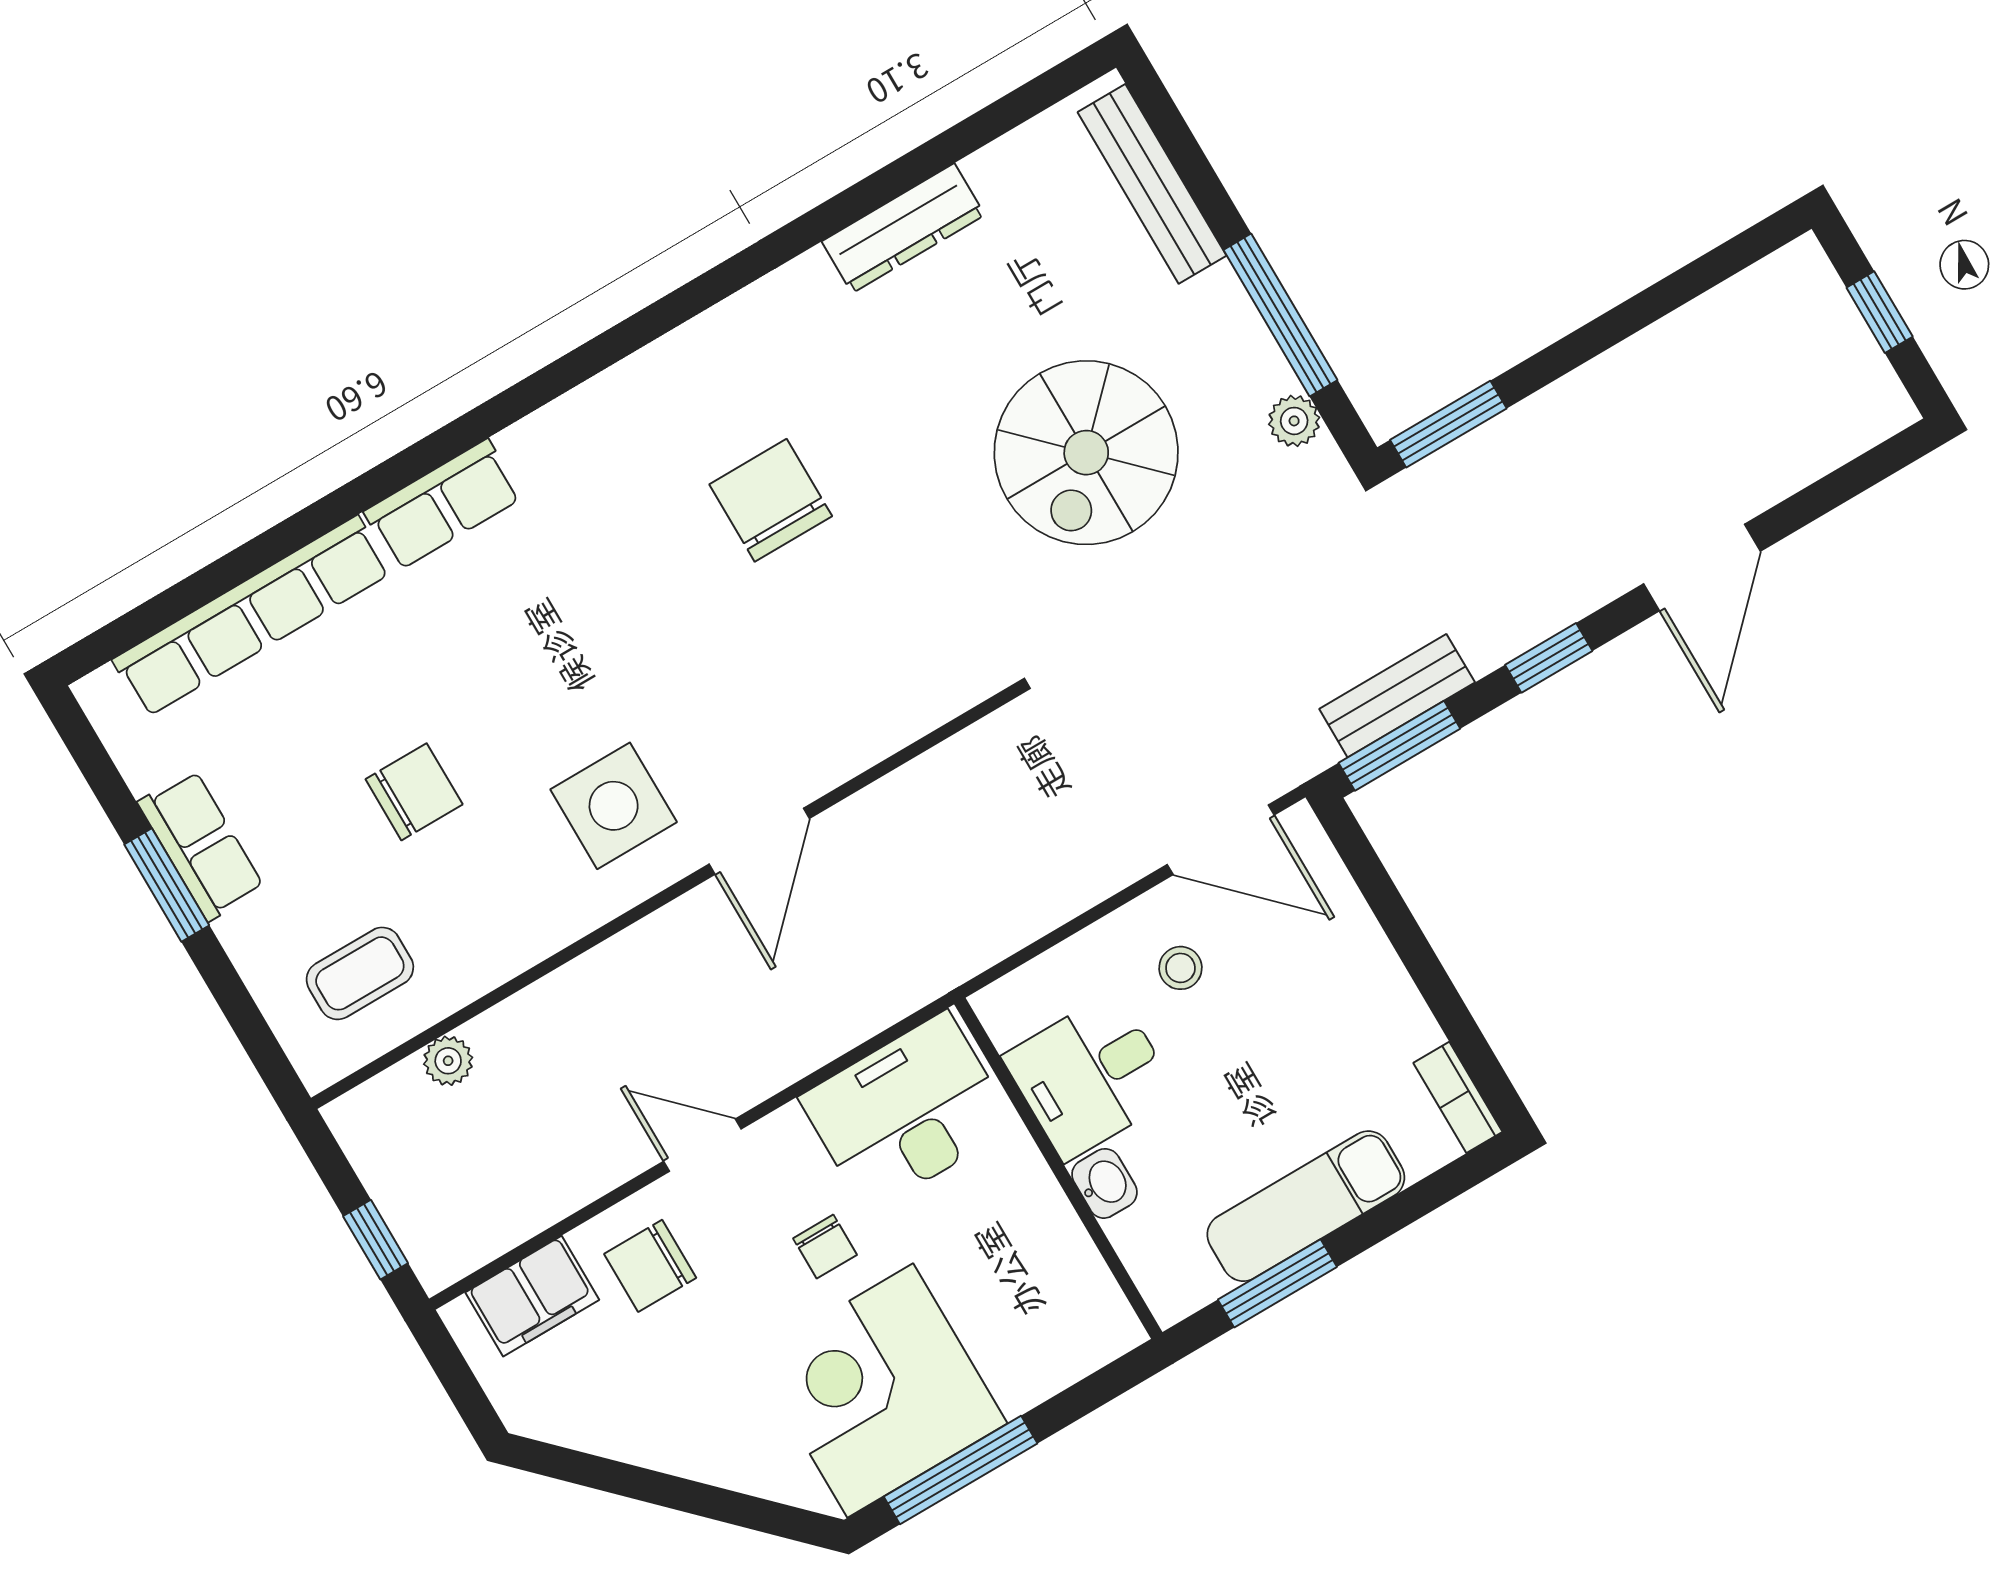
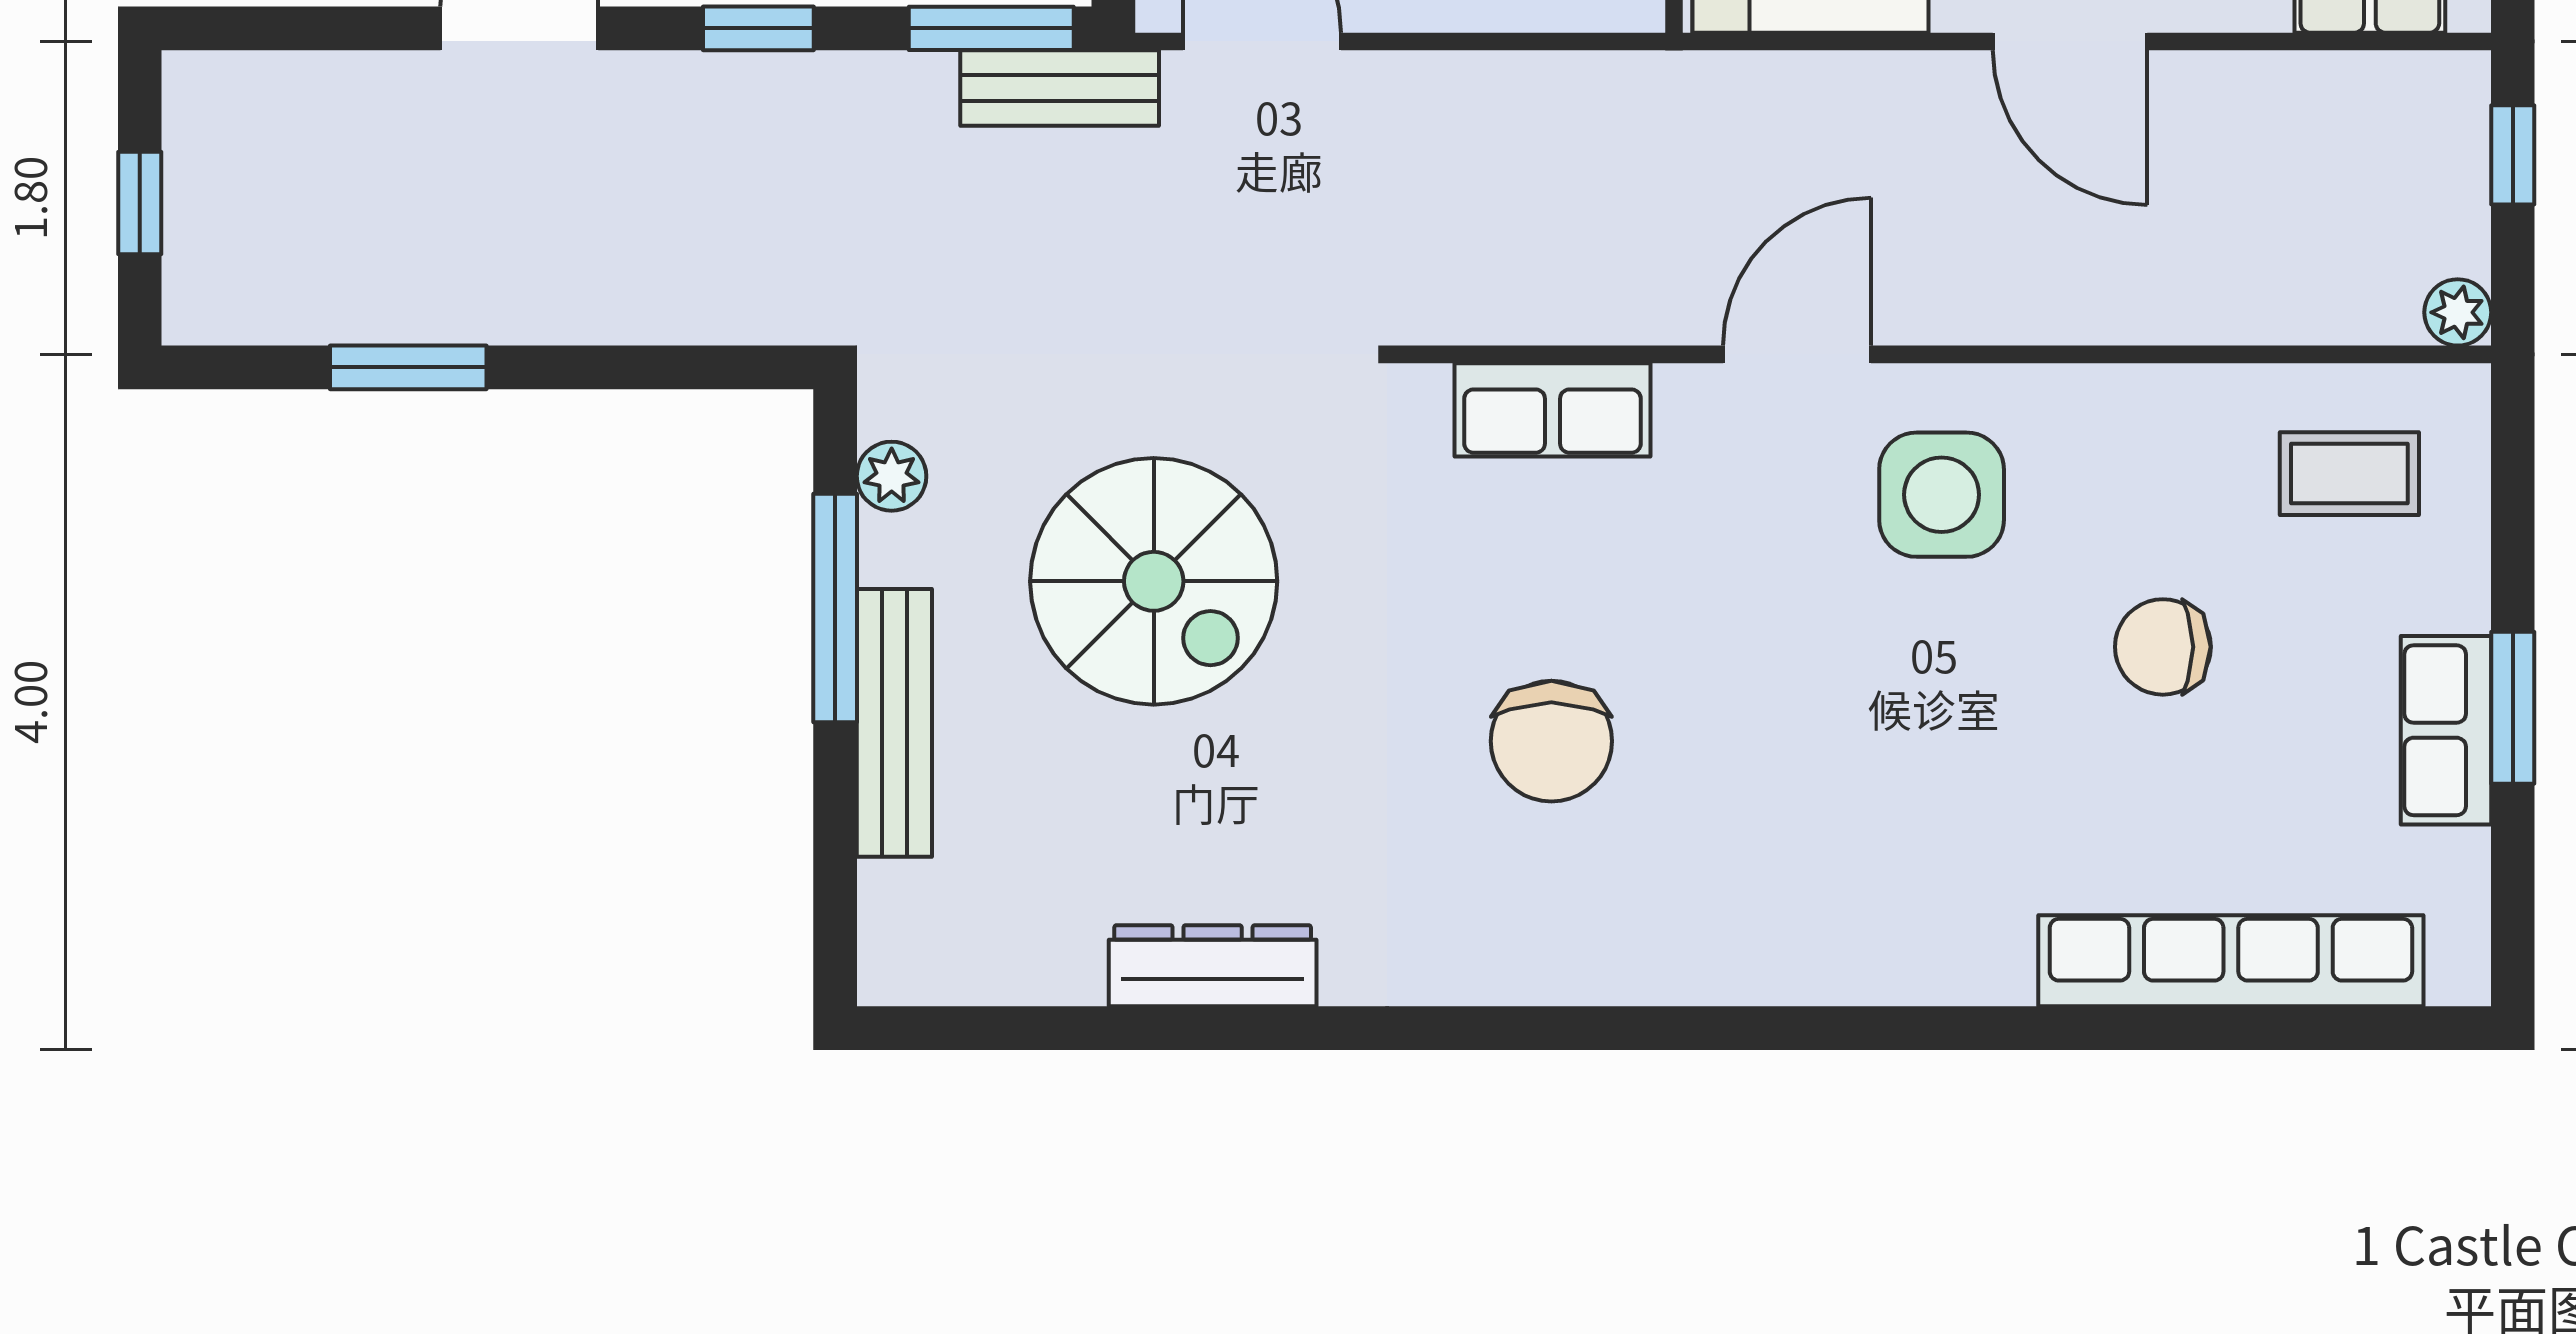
bench: (1152, 184) -> (894, 723), moved
window: (1448, 424) -> (408, 367), moved
spiral stairs: (1086, 453) -> (1154, 581), turned 90
row of seats: (443, 505) -> (1553, 410), moved, turned 180
bench: (1397, 696) -> (1060, 88), moved
plant: (448, 1061) -> (2458, 312), moved
door: (702, 1145) -> (2070, 41), width x1.38

